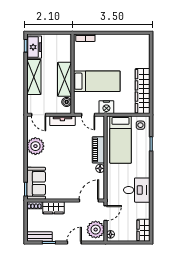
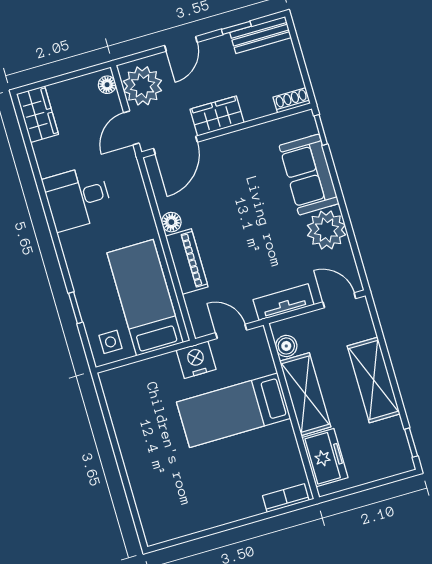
freezer: (34, 47) -> (325, 458), moved, turned 180
wardrobe: (143, 91) -> (127, 418), removed
sofa: (36, 183) -> (309, 175), moved
wardrobe: (53, 208) -> (217, 116), moved

